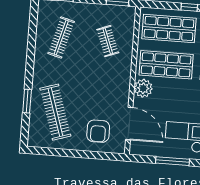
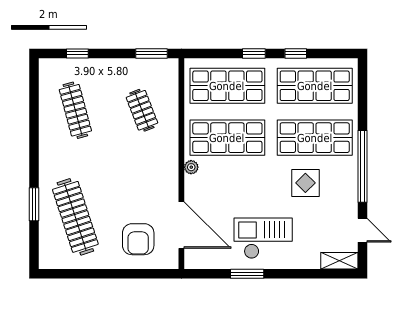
clothes rail: (61, 37) -> (75, 110), turned -30
plant: (143, 88) -> (191, 167), width x0.53, depth x0.53
window: (173, 161) -> (247, 274), width x0.69

